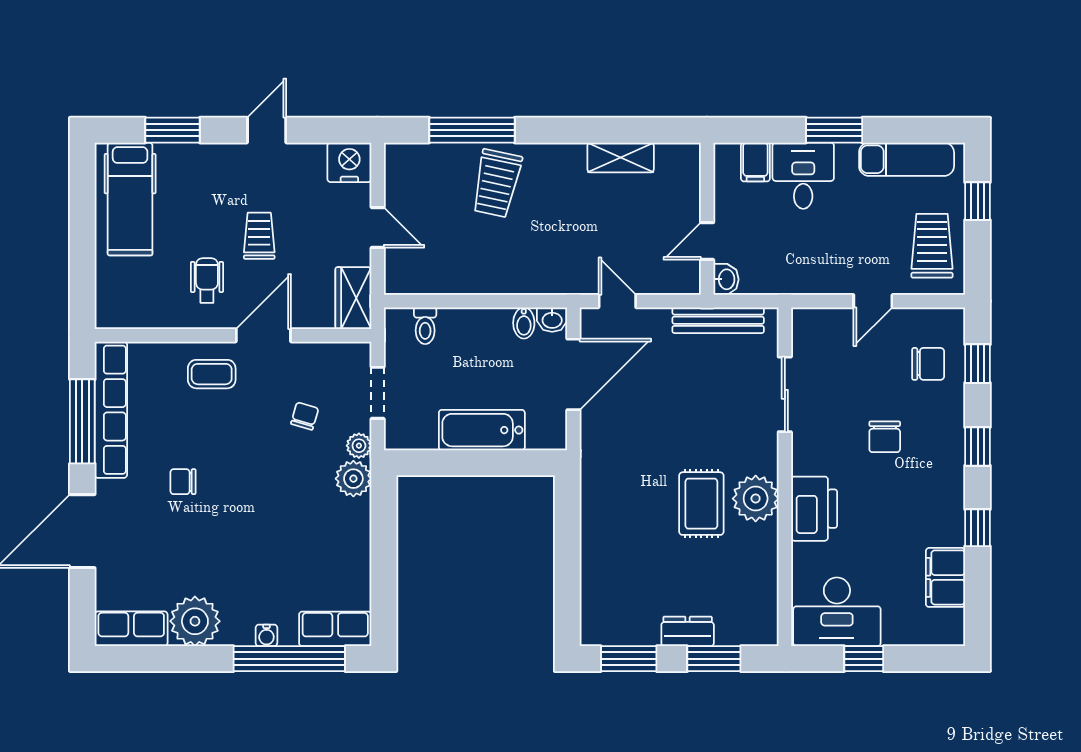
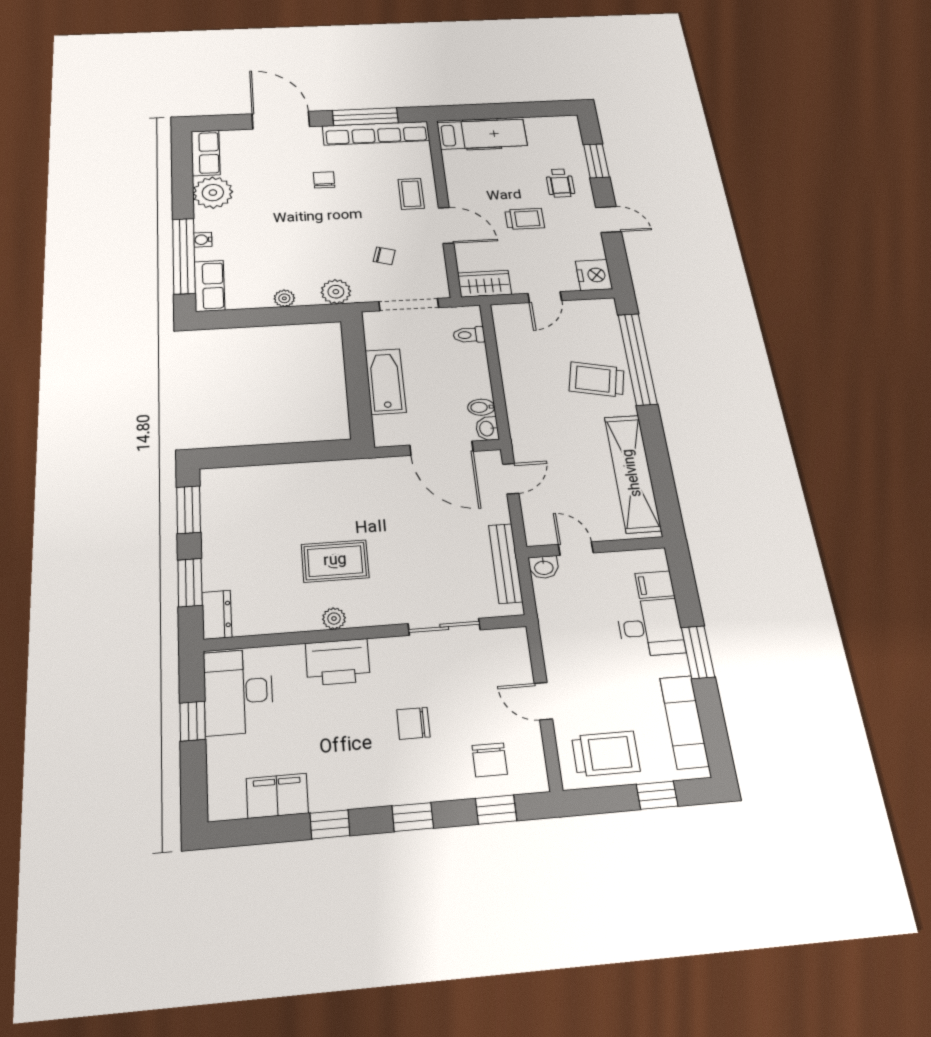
window: (472, 130) -> (637, 359), width x1.46
shelving: (621, 158) -> (633, 473), width x2.20, depth x1.33
hospital bed: (130, 199) -> (482, 134), moved, turned 180
wheelchair: (207, 281) -> (560, 183), moved, turned 90
doorway: (378, 393) -> (409, 305), width x1.38
plant: (359, 446) -> (284, 298), moved
plant: (756, 499) -> (334, 619), width x0.53, depth x0.53
dresser: (688, 631) -> (217, 615), moved

